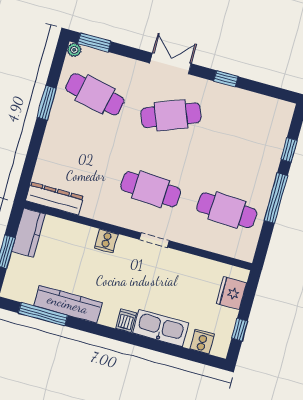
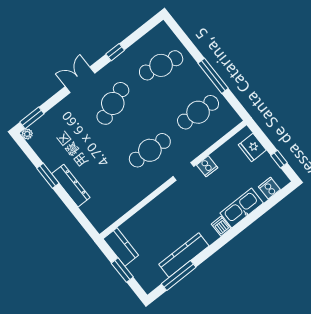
cafe table: (95, 94) -> (161, 65), moved
window: (289, 150) -> (189, 45), removed
dresser: (55, 199) -> (71, 186), moved, turned 90
cooker: (106, 241) -> (207, 166), moved

